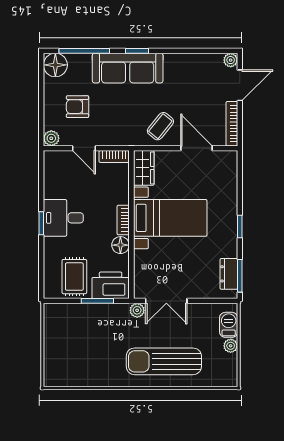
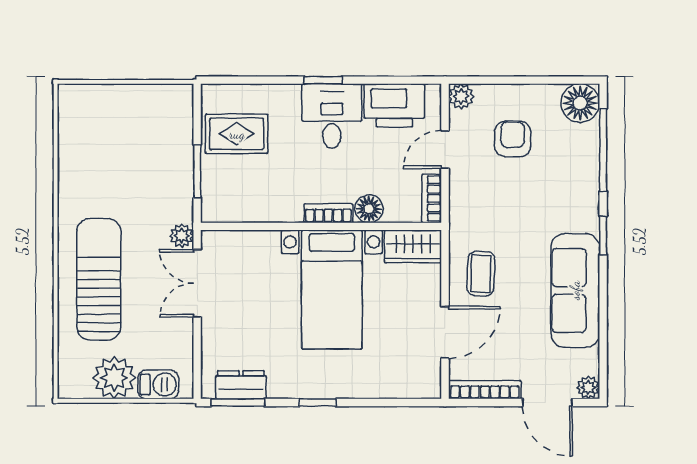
sofa: (128, 68) -> (575, 290), moved
coffee table: (160, 126) -> (481, 274), turned 53
floor lamp: (120, 245) -> (369, 209), moved
printer: (111, 285) -> (394, 105), moved, turned 90
plant: (231, 346) -> (114, 378), width x1.88, depth x1.88

